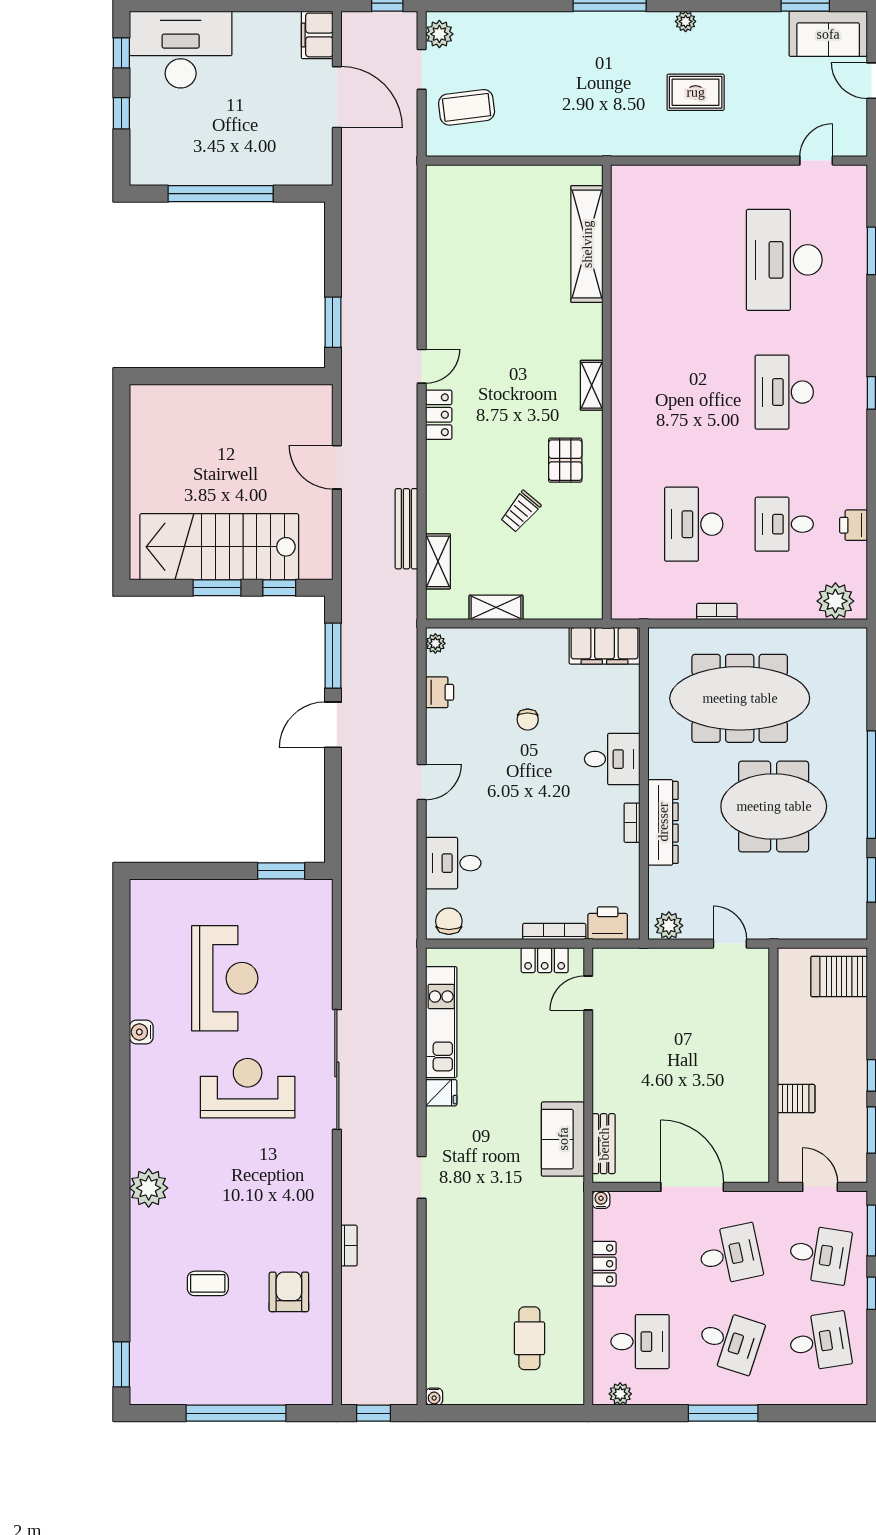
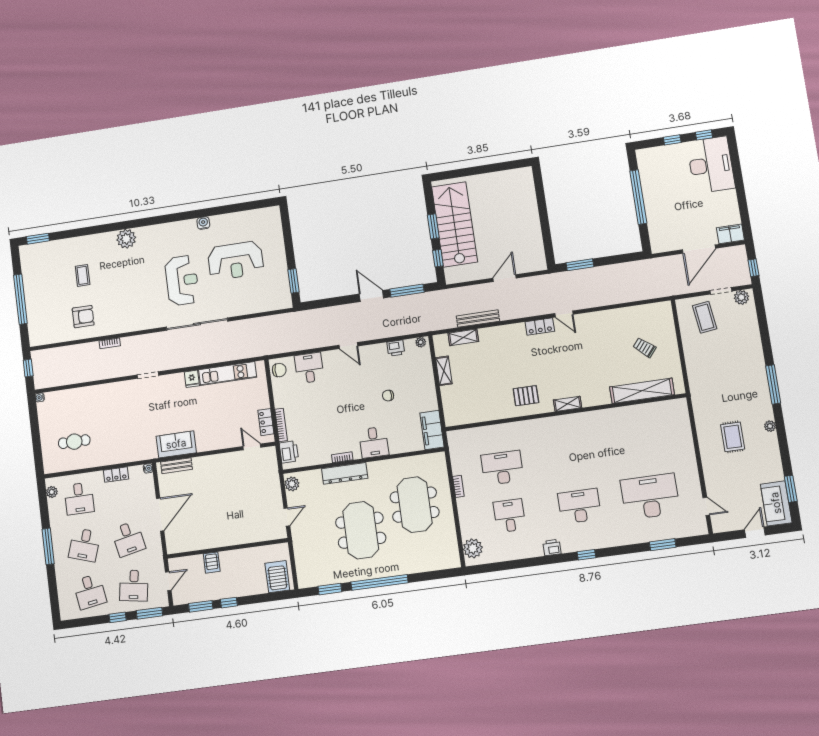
trolley: (520, 512) -> (644, 347), moved
printer: (853, 525) -> (552, 547), moved
meeting table: (740, 698) -> (415, 505), width x0.73

